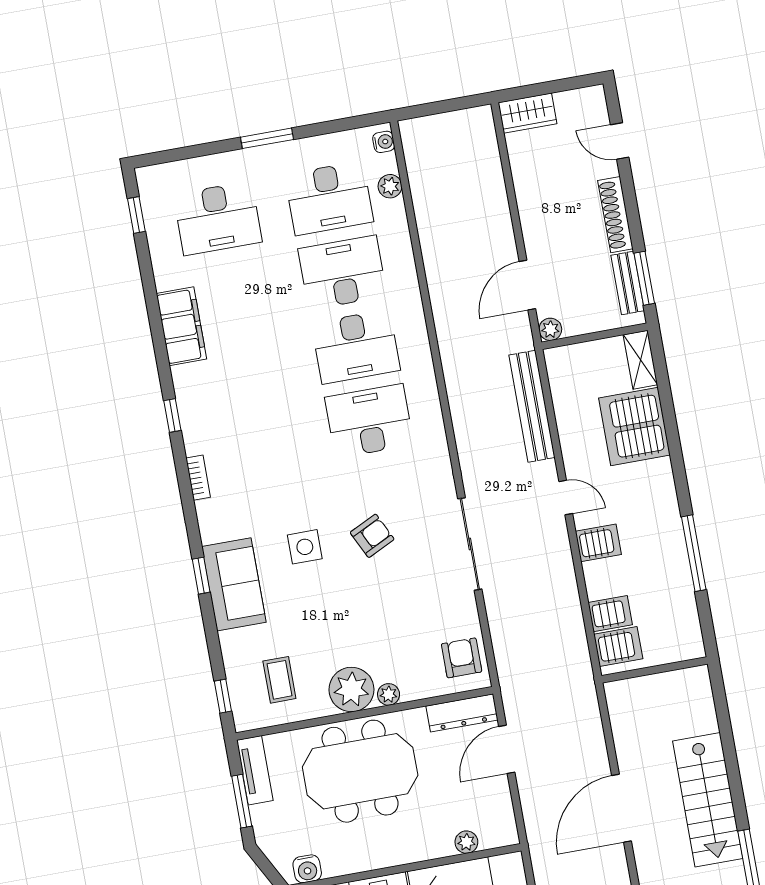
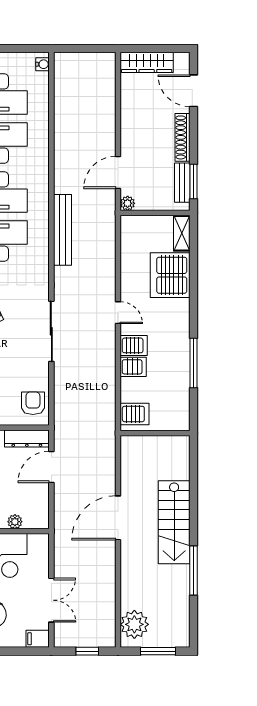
wardrobe: (527, 113) -> (147, 62), width x1.50
door: (620, 141) -> (194, 91), width x1.38
plant: (390, 186) -> (41, 93), removed
bench: (532, 406) -> (62, 230), moved
server rack: (610, 614) -> (133, 367), moved

